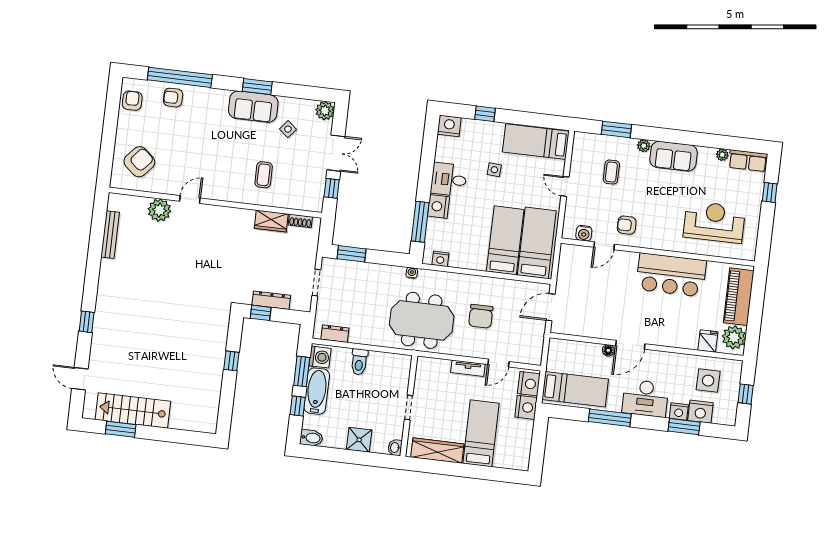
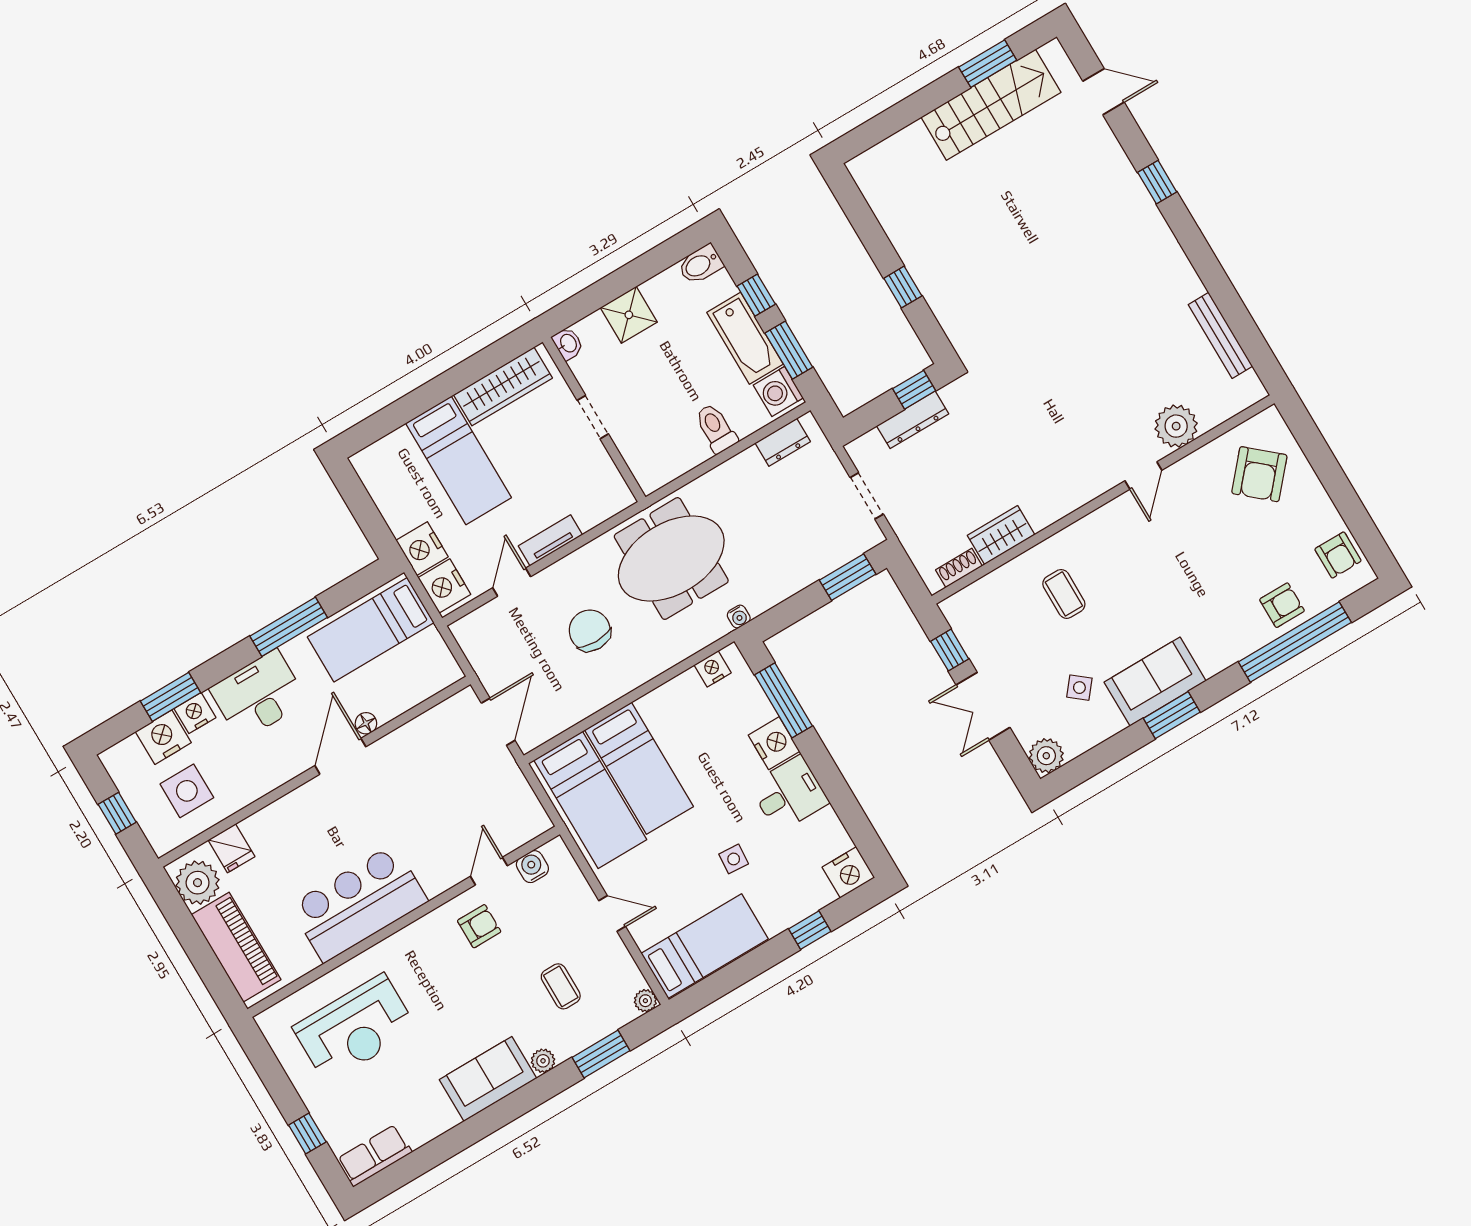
plant: (722, 155) -> (645, 1001), moved

